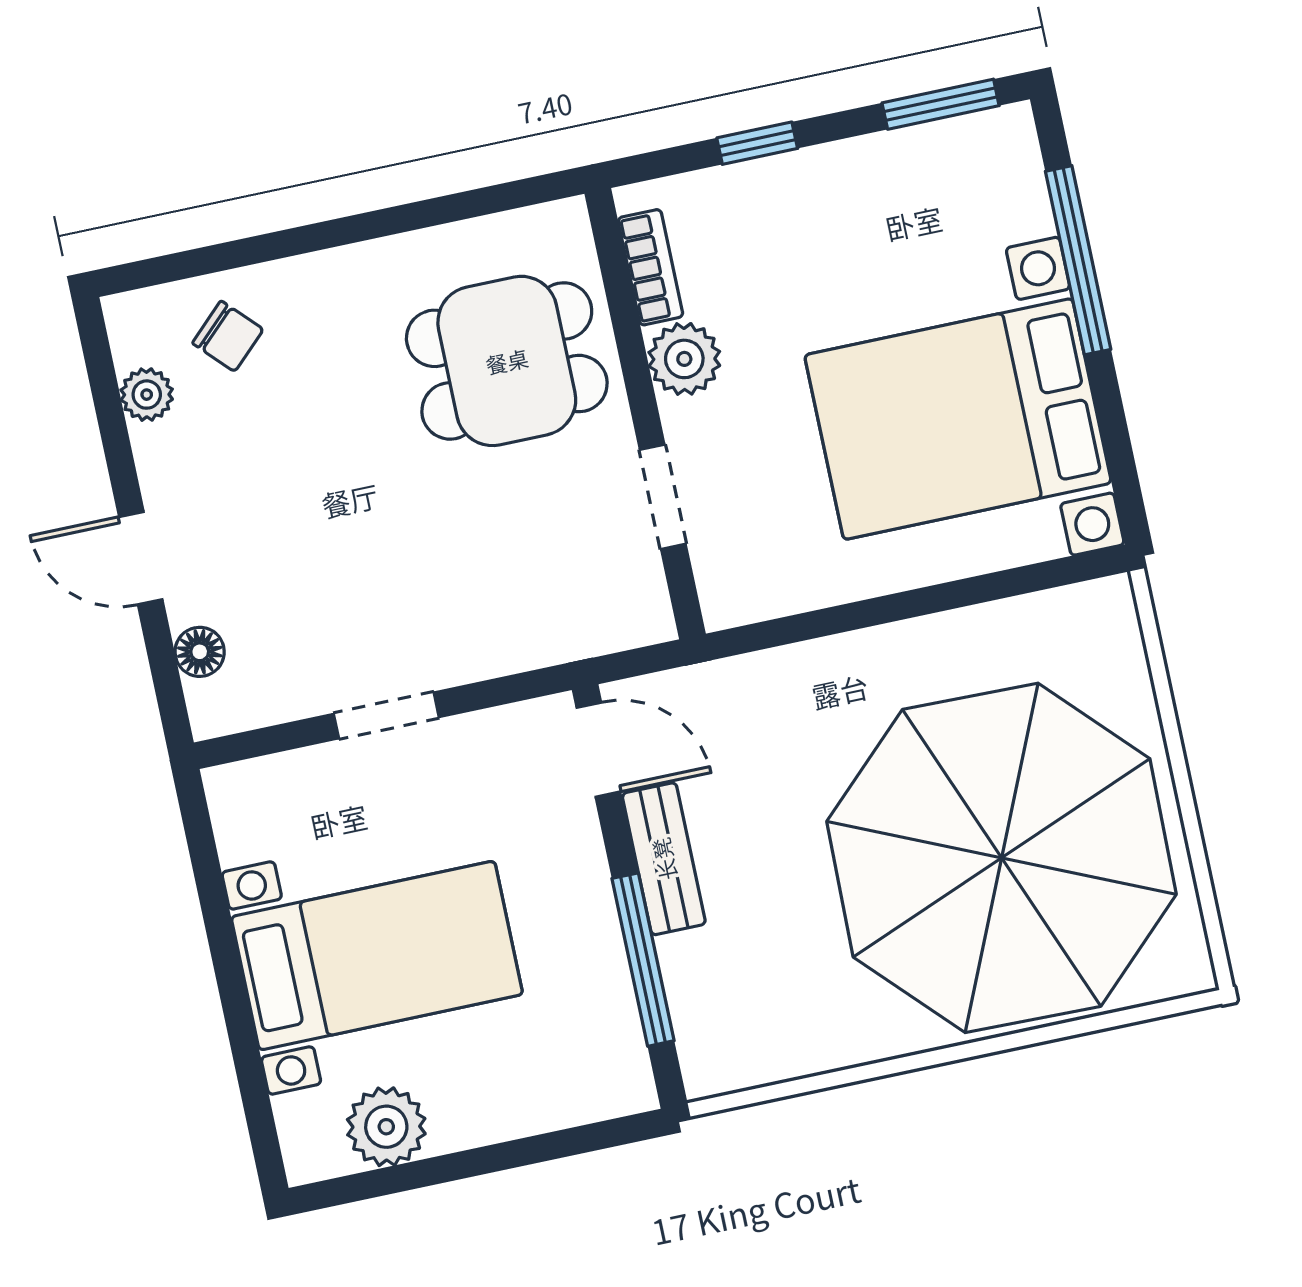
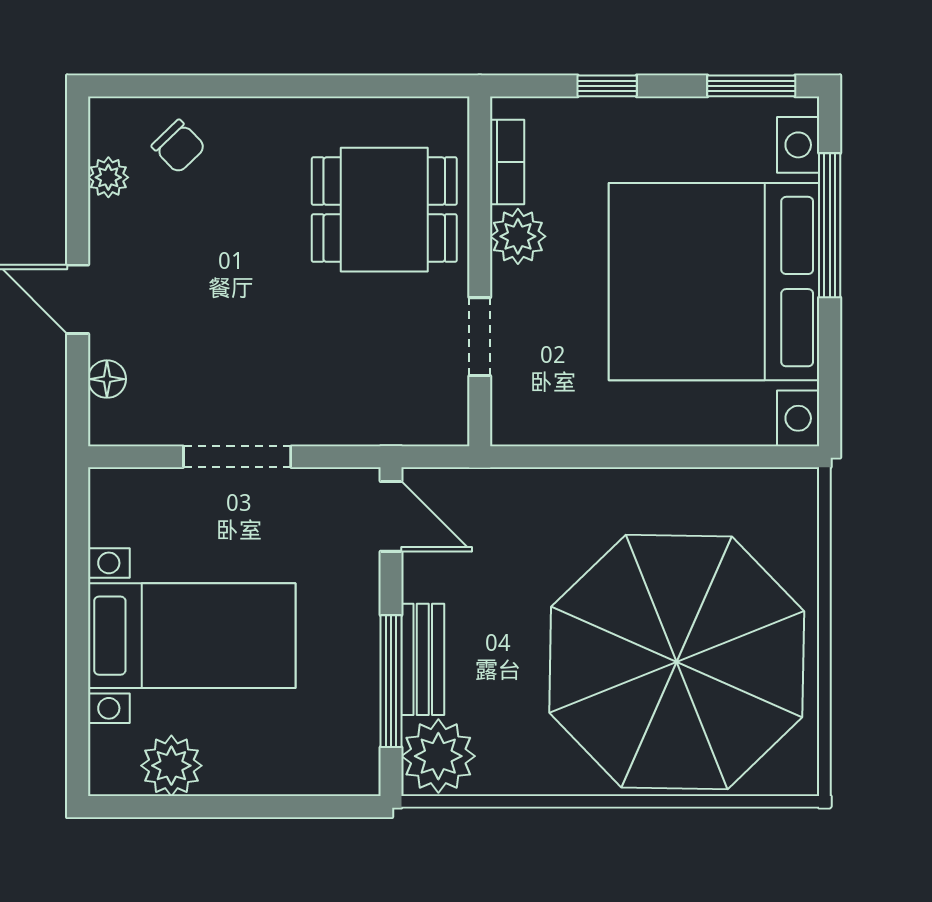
bed with nightstands: (958, 419) -> (714, 282), width x1.36
doorway: (386, 715) -> (237, 457), width x1.38
bench: (664, 859) -> (423, 659), moved
plant: (724, 1042) -> (438, 756), added

